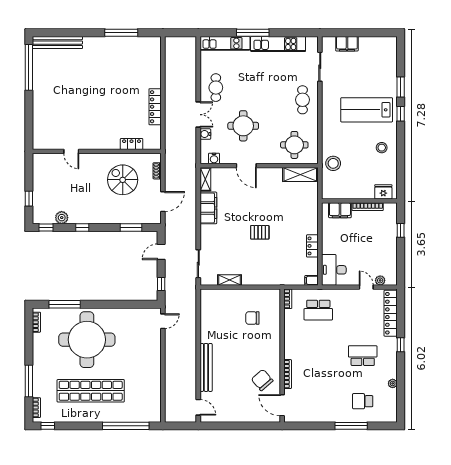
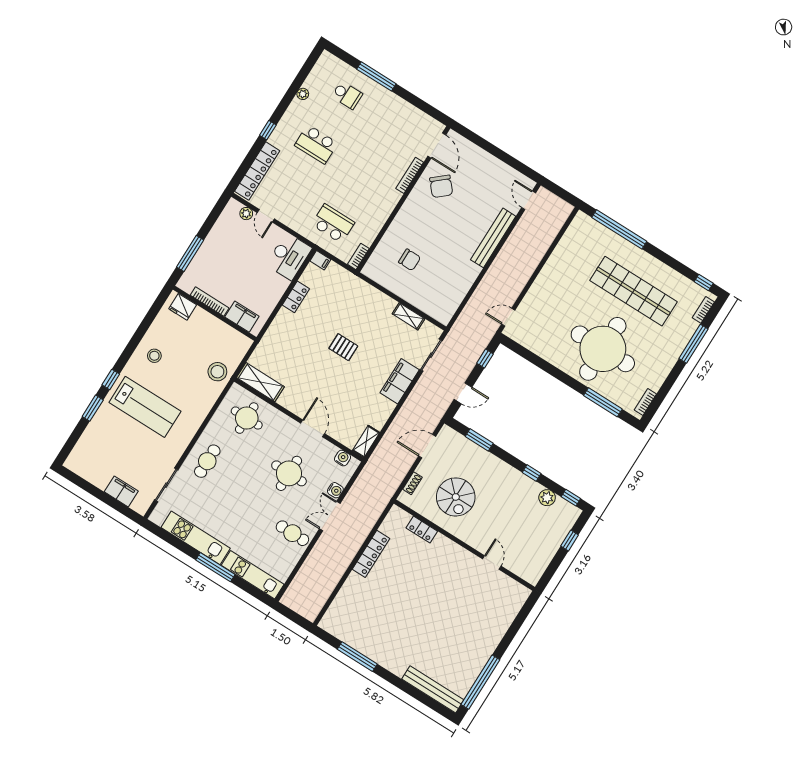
cafe table: (216, 88) -> (292, 533), turned 90
filing cabinet: (208, 208) -> (400, 381), moved
window: (401, 230) -> (190, 253), width x2.17

